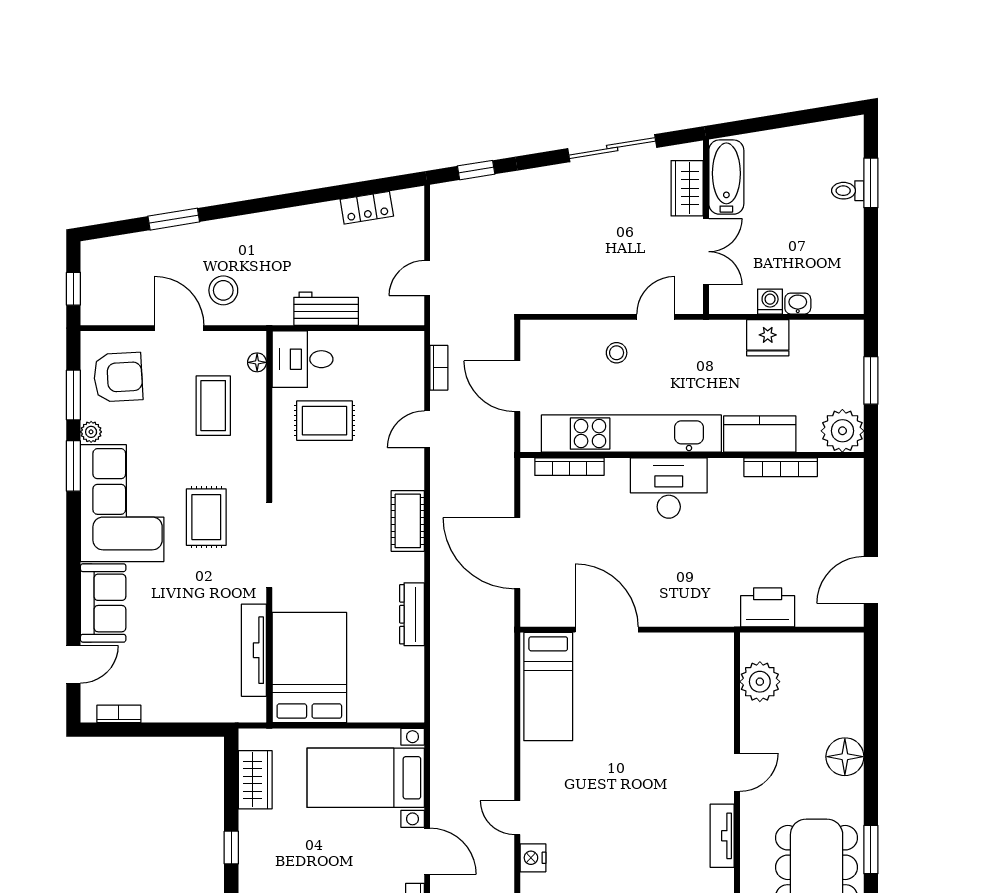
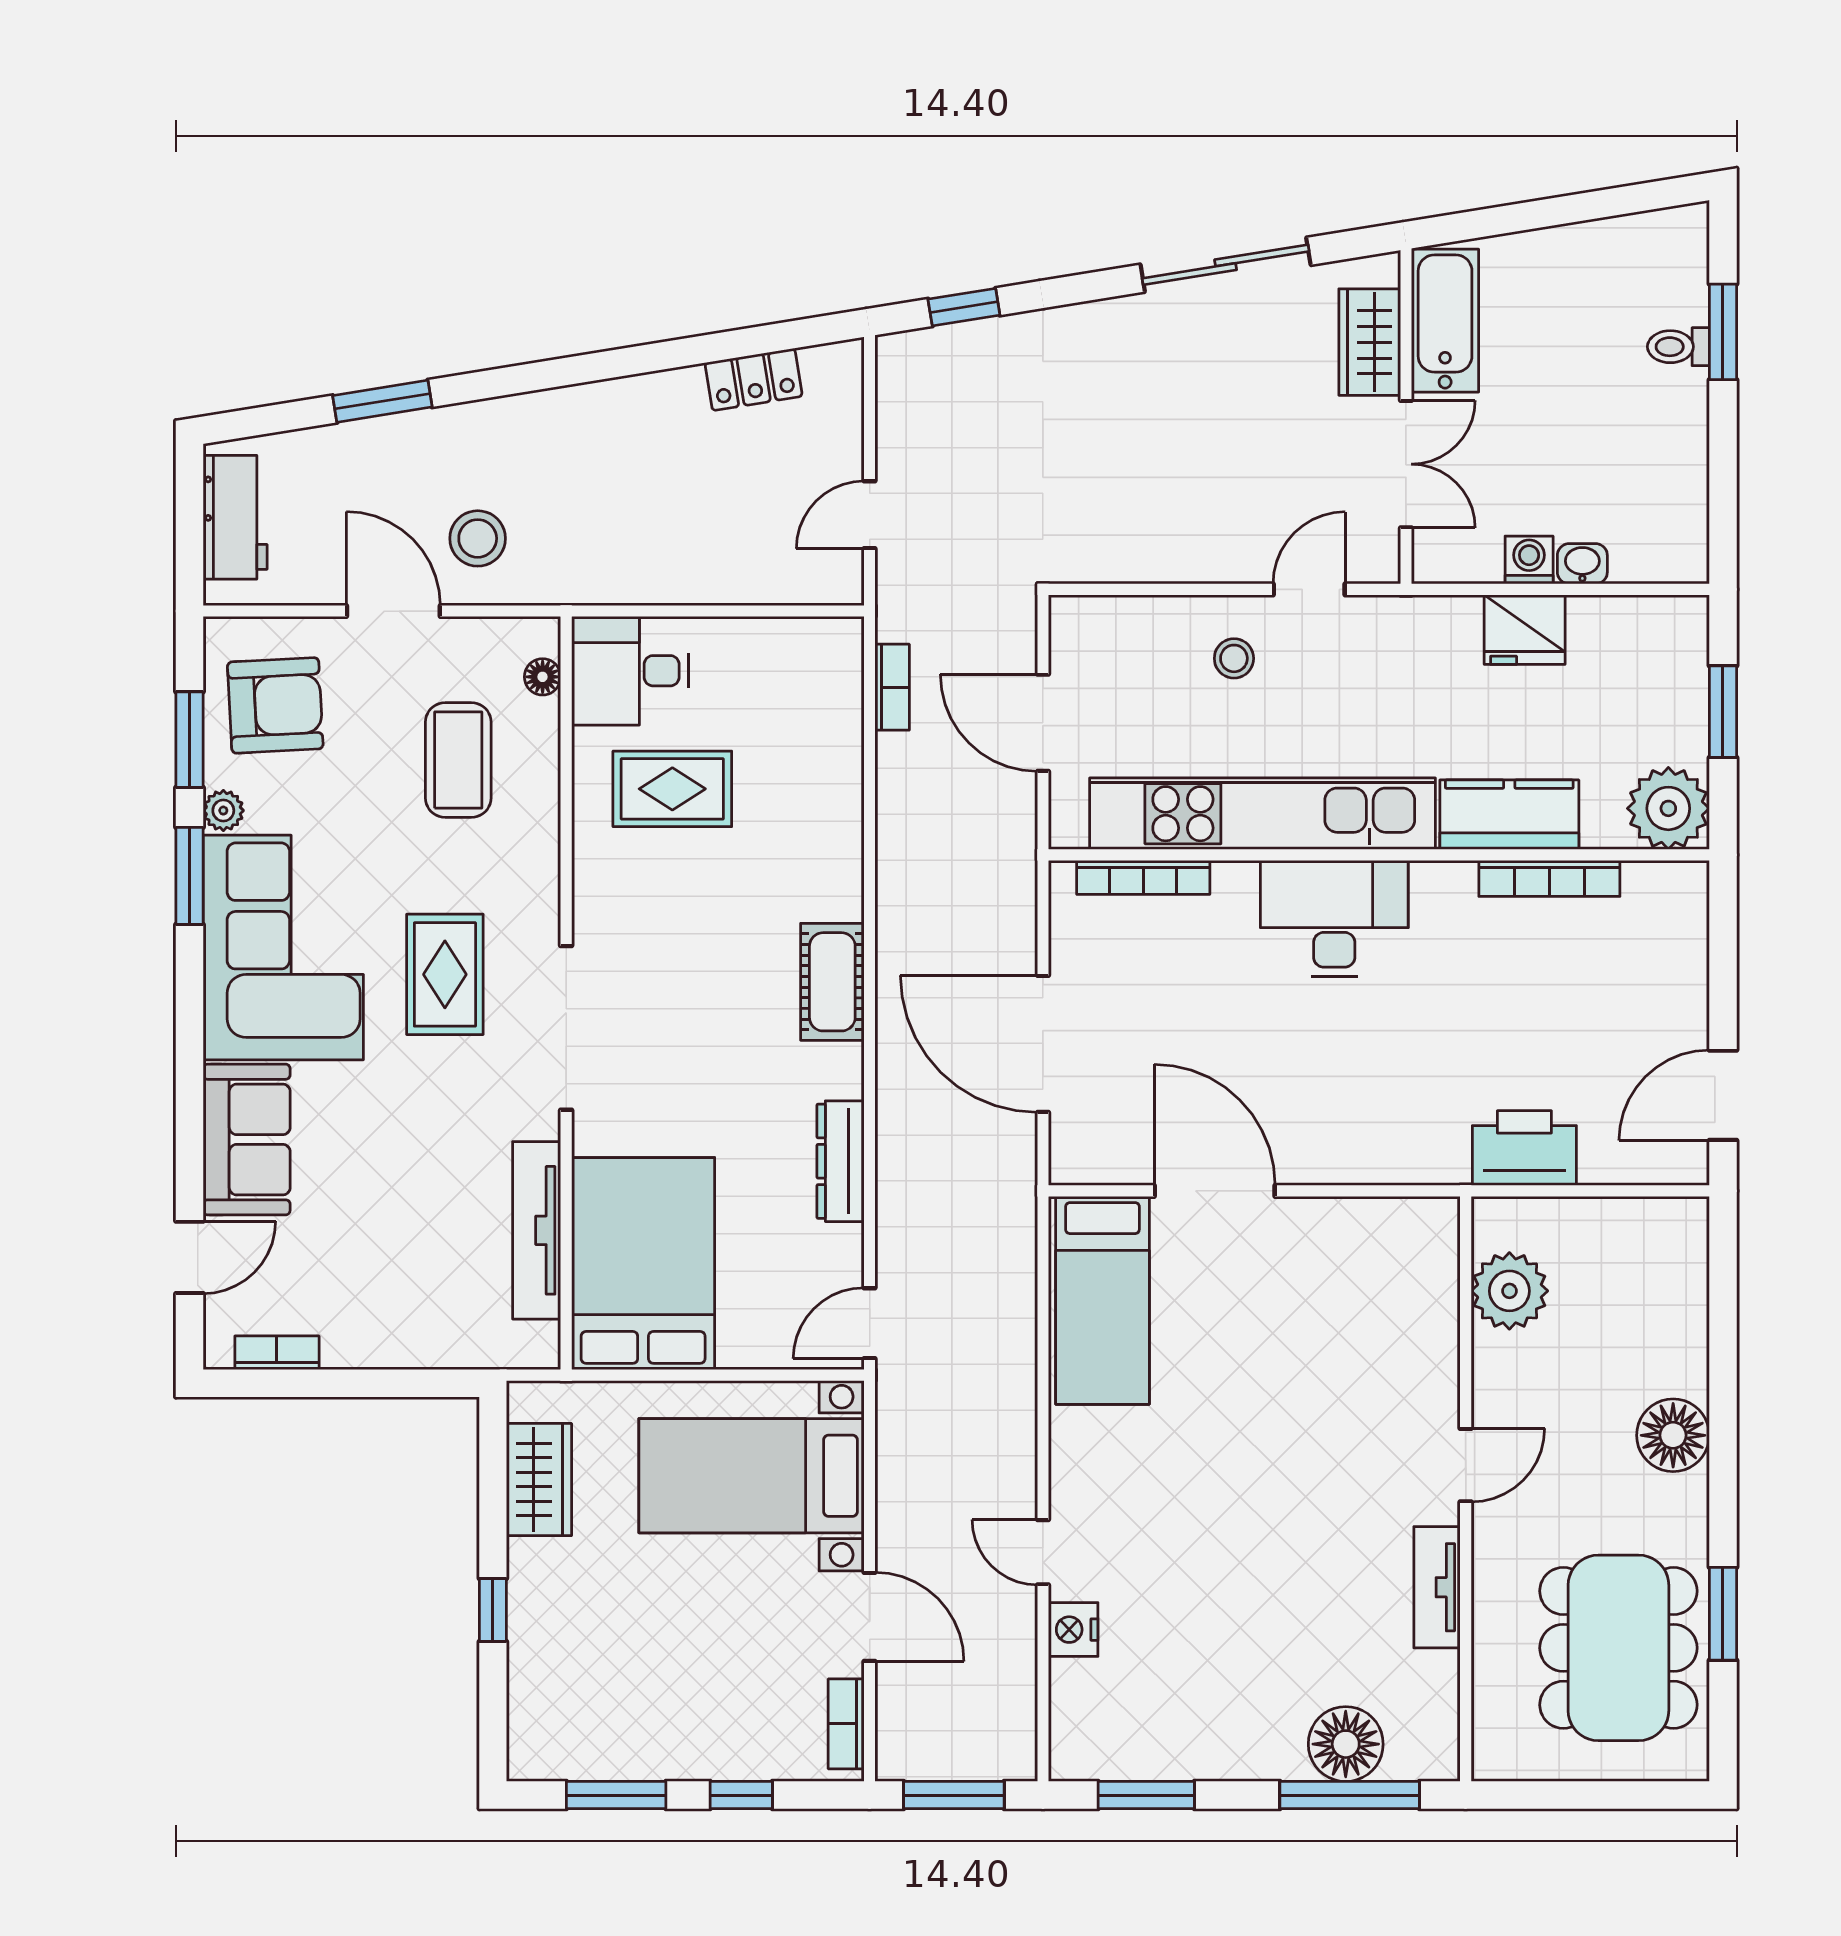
window: (73, 289) -> (189, 535), removed
workbench: (326, 309) -> (235, 517), moved, turned 90
door: (427, 429) -> (870, 1323), moved

